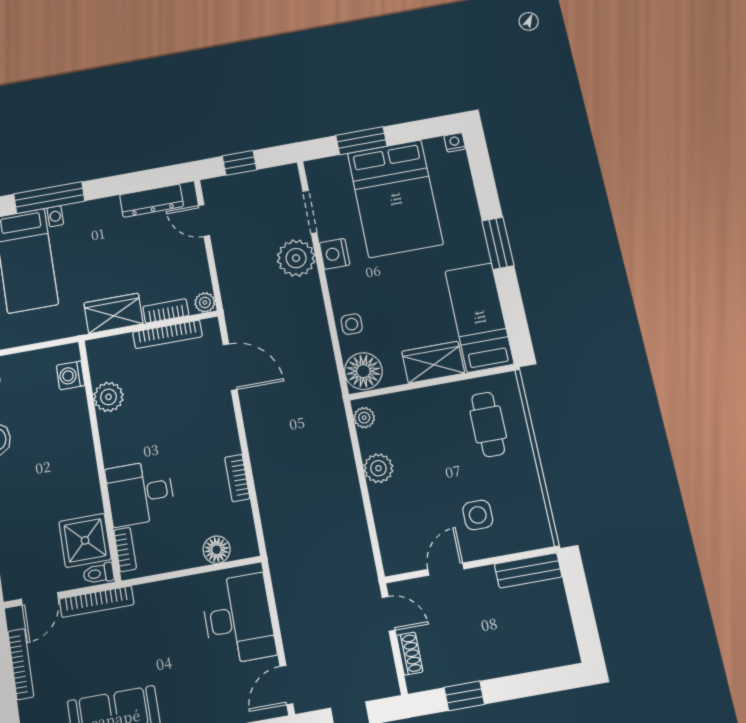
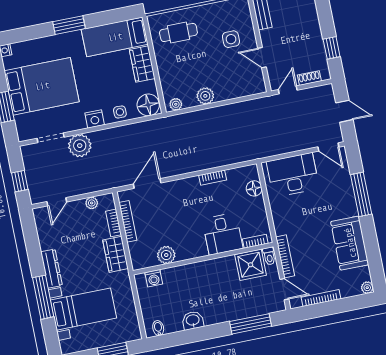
dresser: (151, 201) -> (51, 269), moved
nightstand: (335, 254) -> (95, 119), moved
plant: (205, 302) -> (92, 203), moved

